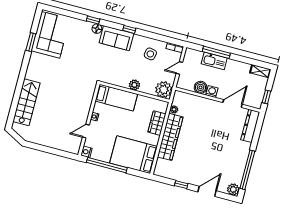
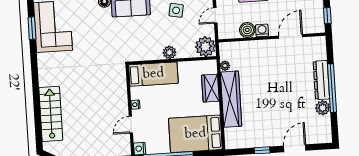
window: (31, 42) -> (32, 28), moved
dresser: (250, 126) -> (321, 80), moved
window: (247, 170) -> (332, 88), moved
plant: (233, 189) -> (323, 108), moved

